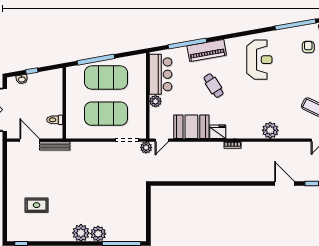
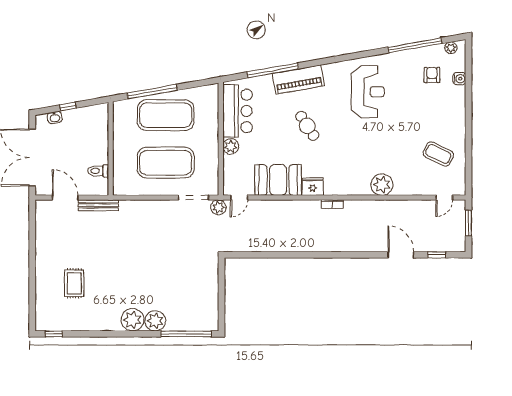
rug: (37, 205) -> (74, 283), turned 90

